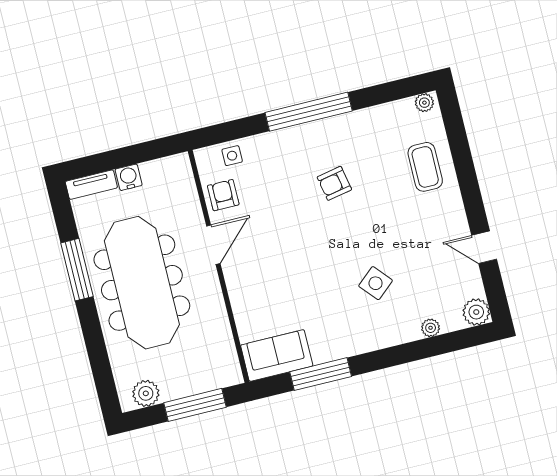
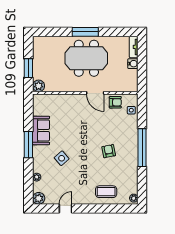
window: (77, 270) -> (85, 32), moved
meeting table: (142, 283) -> (86, 58), width x0.73
sofa: (277, 356) -> (41, 130), moved
window: (321, 374) -> (28, 145), moved
plant: (146, 393) -> (39, 86), moved
window: (195, 405) -> (28, 68), width x0.69

